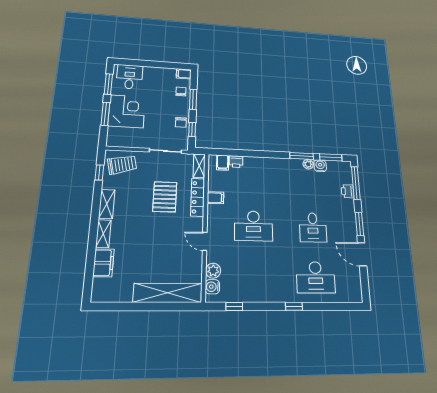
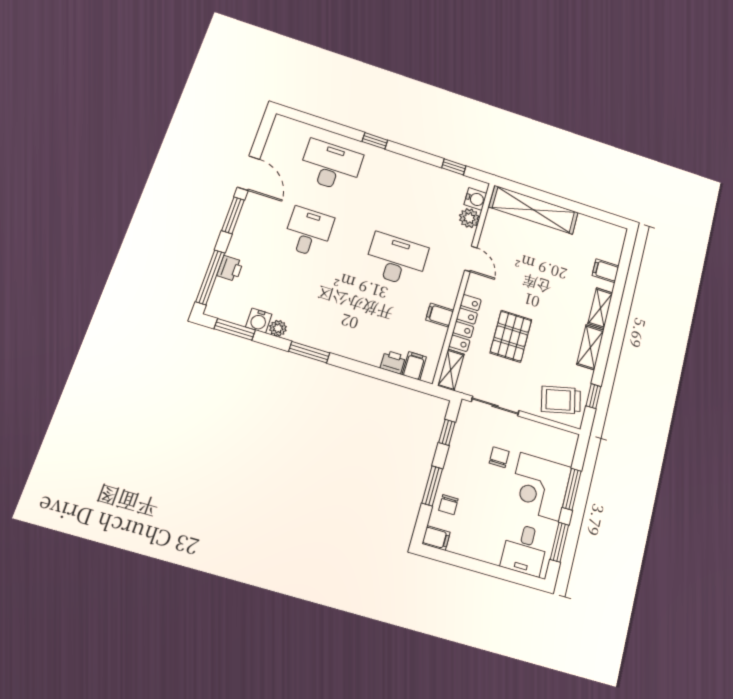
chair: (181, 122) -> (499, 457), moved
window: (302, 156) -> (309, 352), moved
filing cabinet: (103, 263) -> (606, 271), width x0.50

